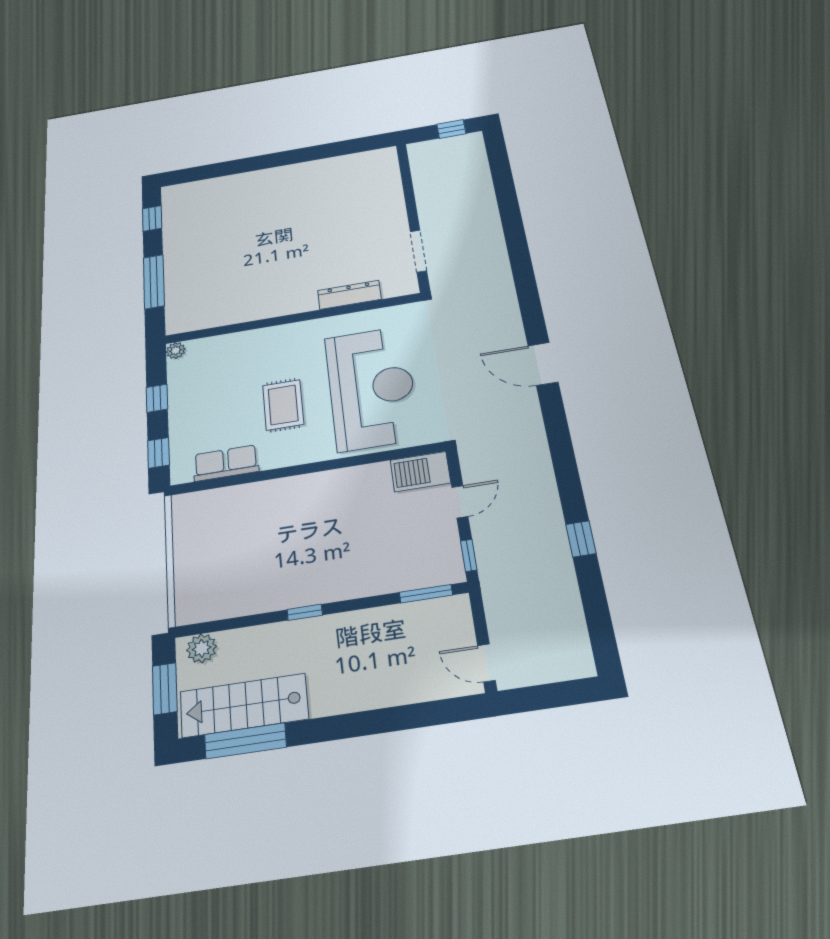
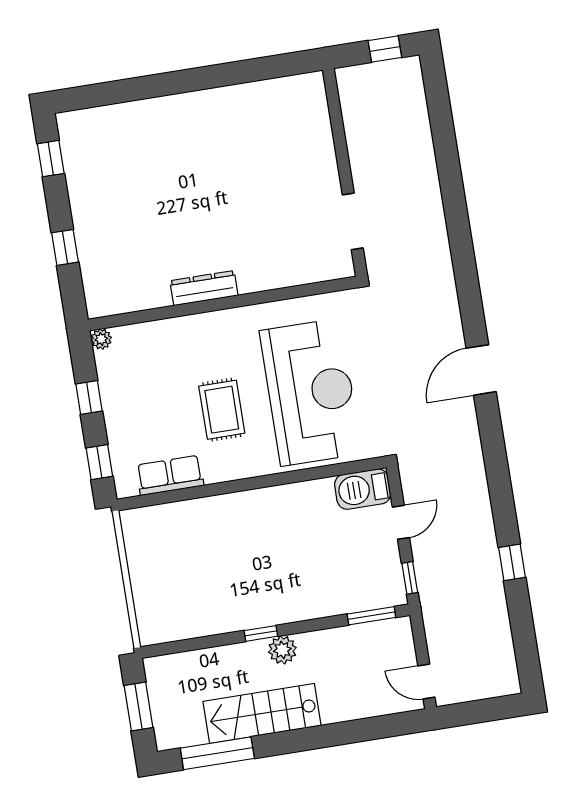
window: (154, 282) -> (65, 247), width x0.46
dresser: (349, 295) -> (204, 288), moved
door: (543, 364) -> (481, 370), hinge flipped
plant: (202, 648) -> (282, 650), moved
stairs: (244, 705) -> (262, 714), moved

